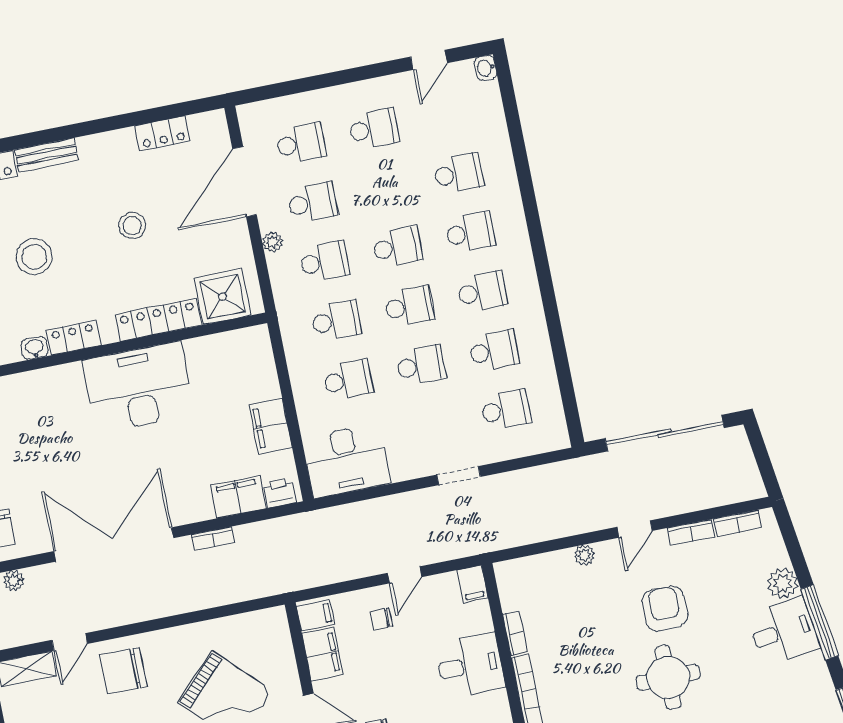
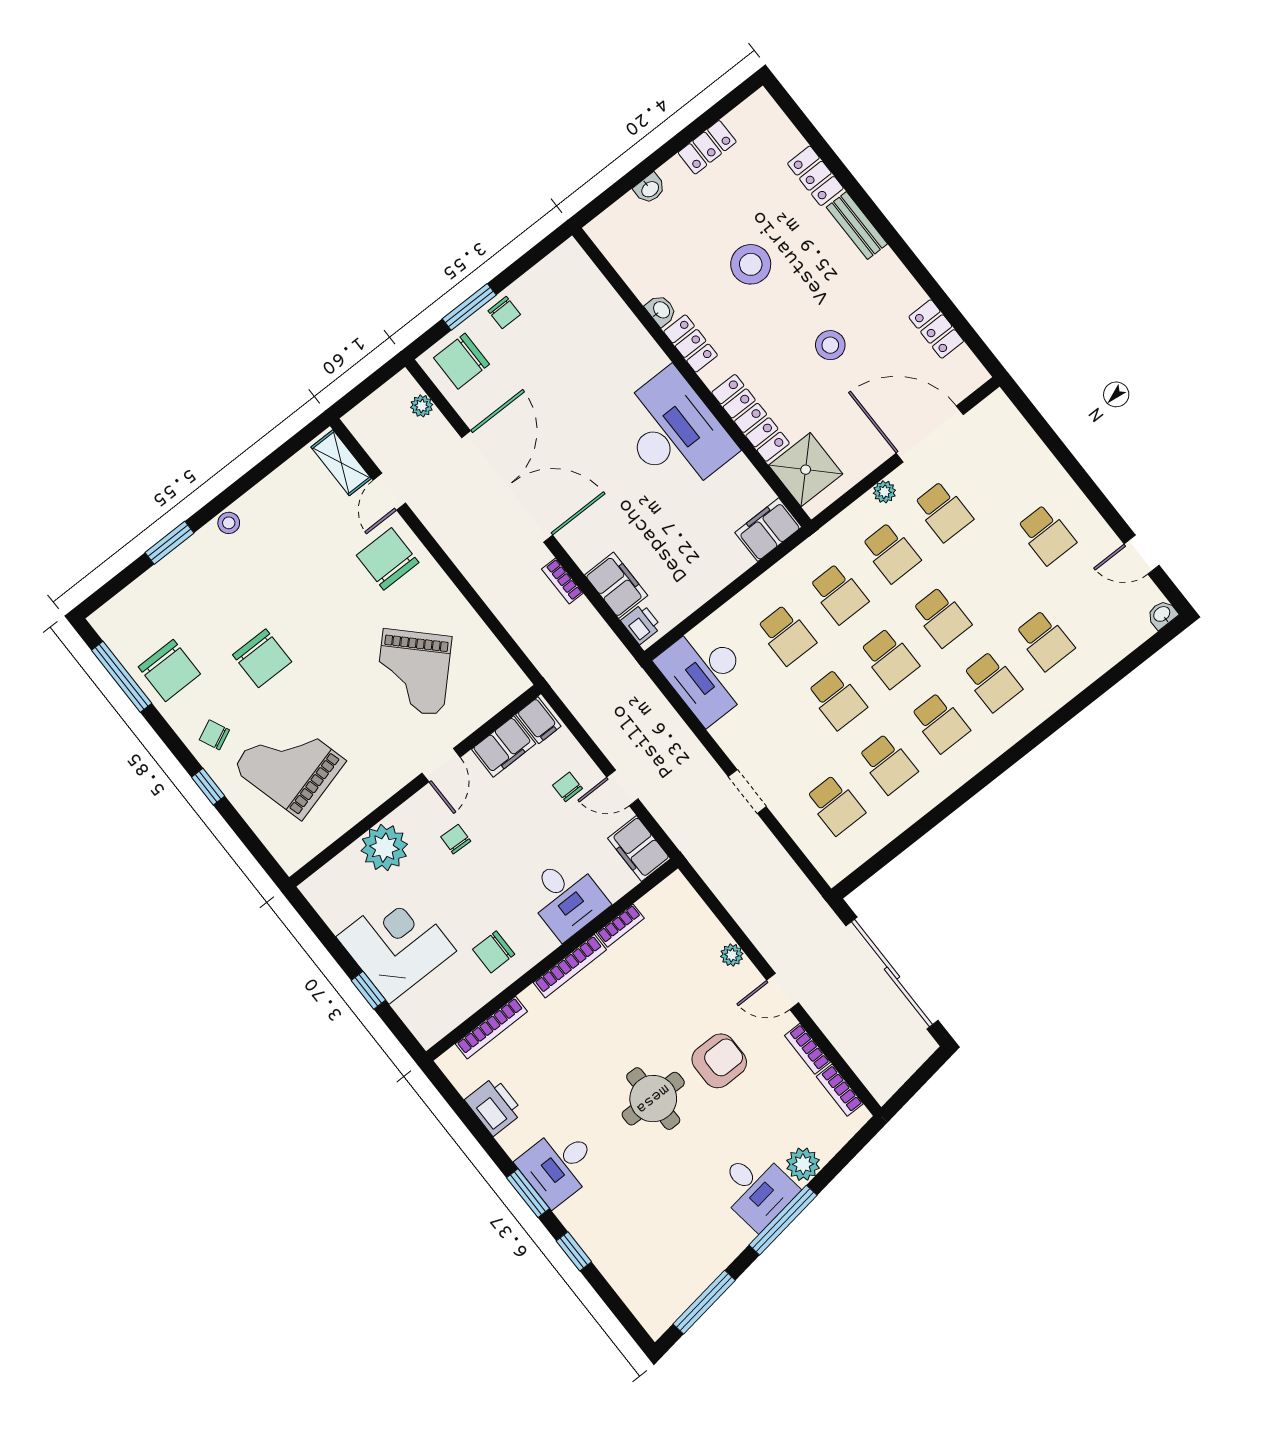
school desk: (301, 143) -> (996, 470), removed
filing cabinet: (271, 426) -> (768, 530), moved
filing cabinet: (473, 584) -> (639, 848), width x2.00
door: (70, 642) -> (389, 492), hinge flipped

